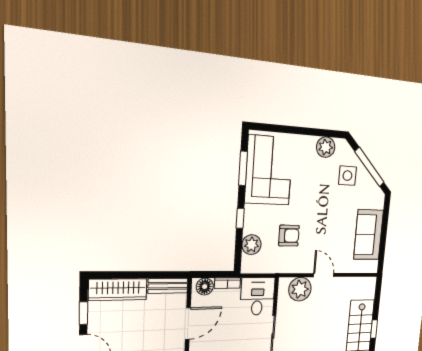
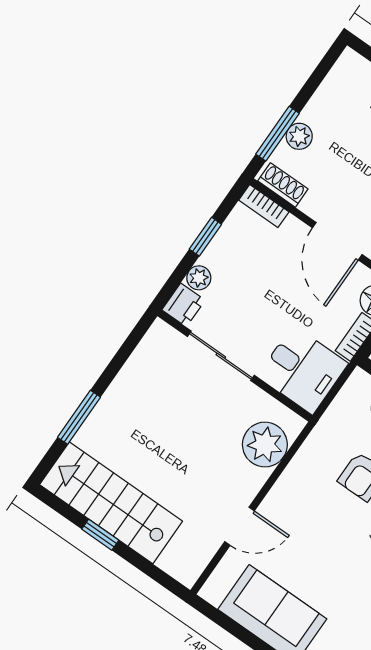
door: (324, 275) -> (240, 526), moved

